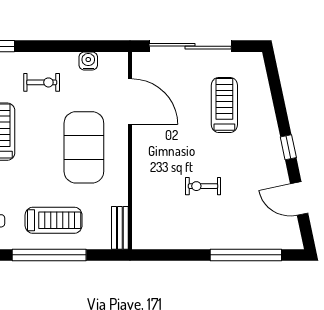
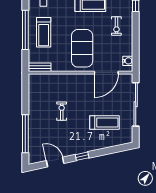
water cooler: (88, 61) -> (128, 61), moved
exercise mat: (84, 147) -> (82, 48), turned 90
door: (299, 198) -> (55, 162), hinge flipped

